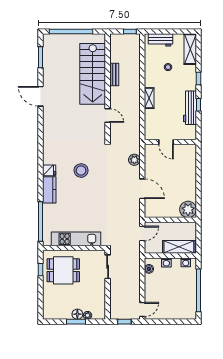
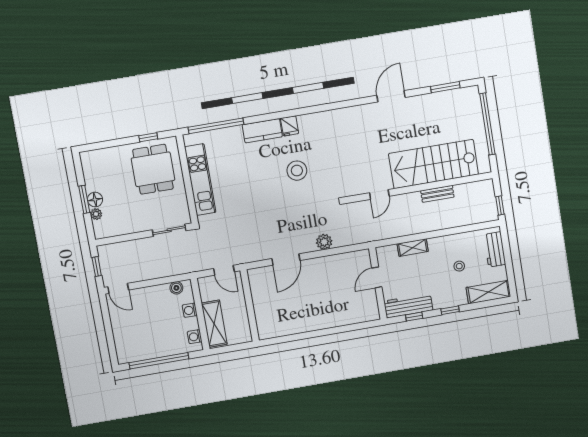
door: (166, 142) -> (377, 277), moved
wall: (170, 142) -> (378, 283), moved
plant: (188, 209) -> (268, 327), removed

